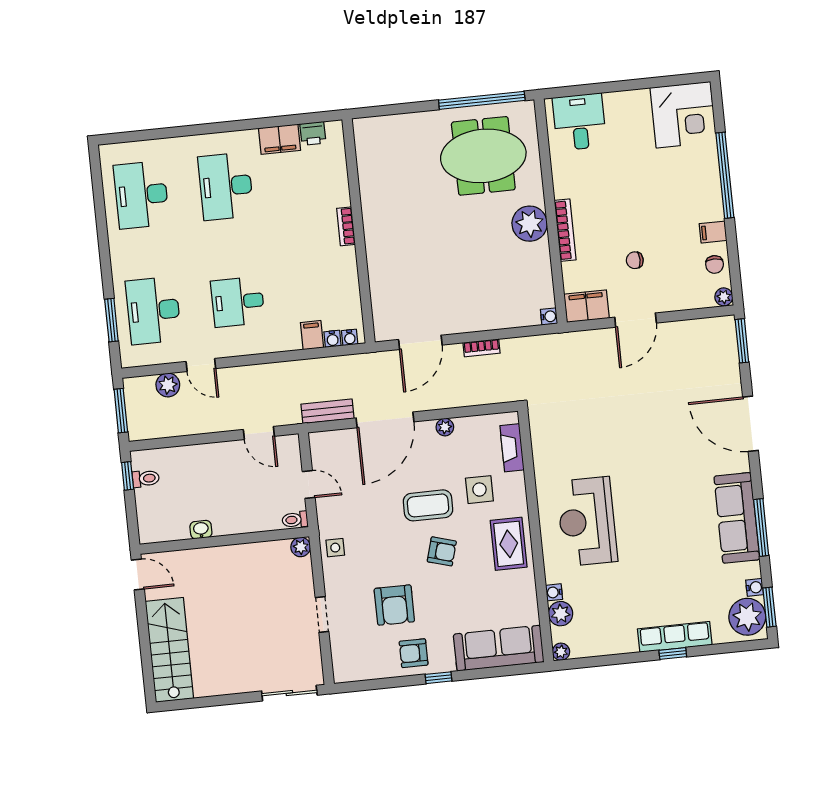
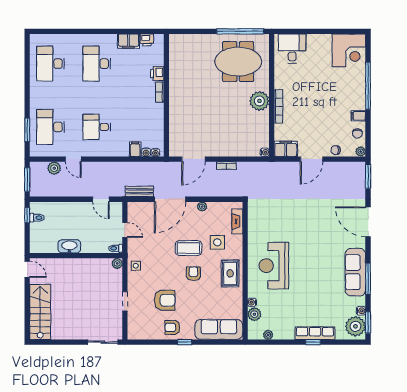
printer: (338, 193) -> (157, 74), added
chair: (635, 260) -> (336, 150), moved
washbasin: (201, 530) -> (69, 246), width x1.91, depth x1.45
armchair: (442, 551) -> (193, 274), turned -106
armchair: (394, 605) -> (165, 300), turned -90
plant: (561, 652) -> (268, 335), moved

